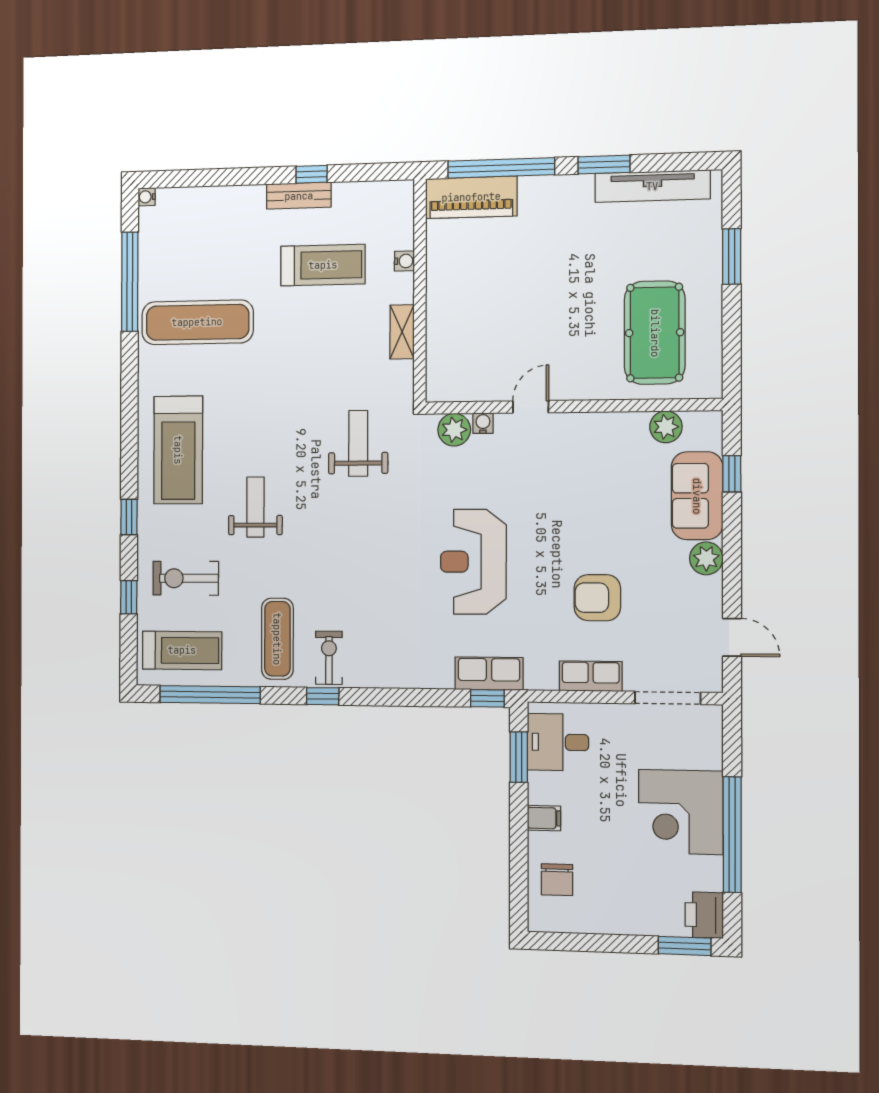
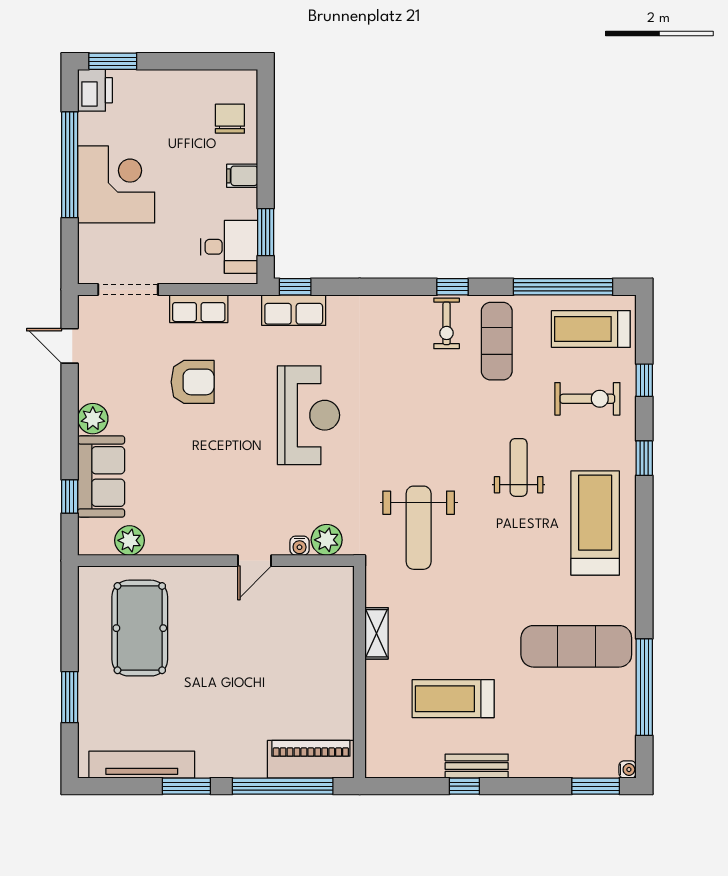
window: (179, 179) -> (596, 786), added
water cooler: (404, 261) -> (374, 701), removed
weight bench: (358, 443) -> (419, 528), width x1.36, depth x1.33
weight bench: (255, 507) -> (519, 467), turned 180

